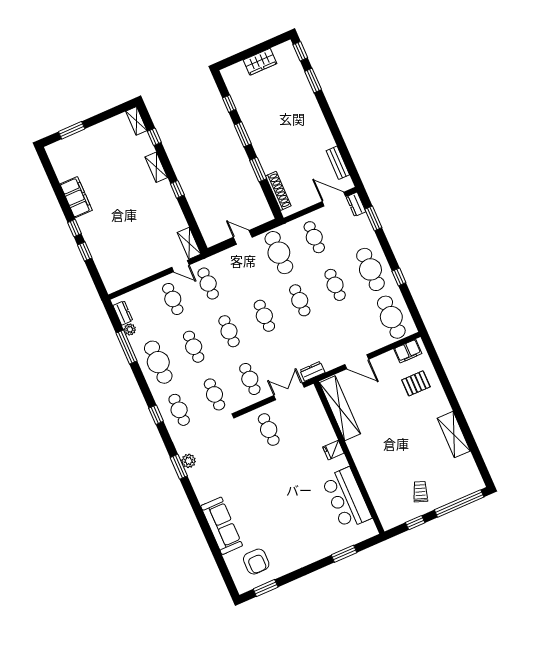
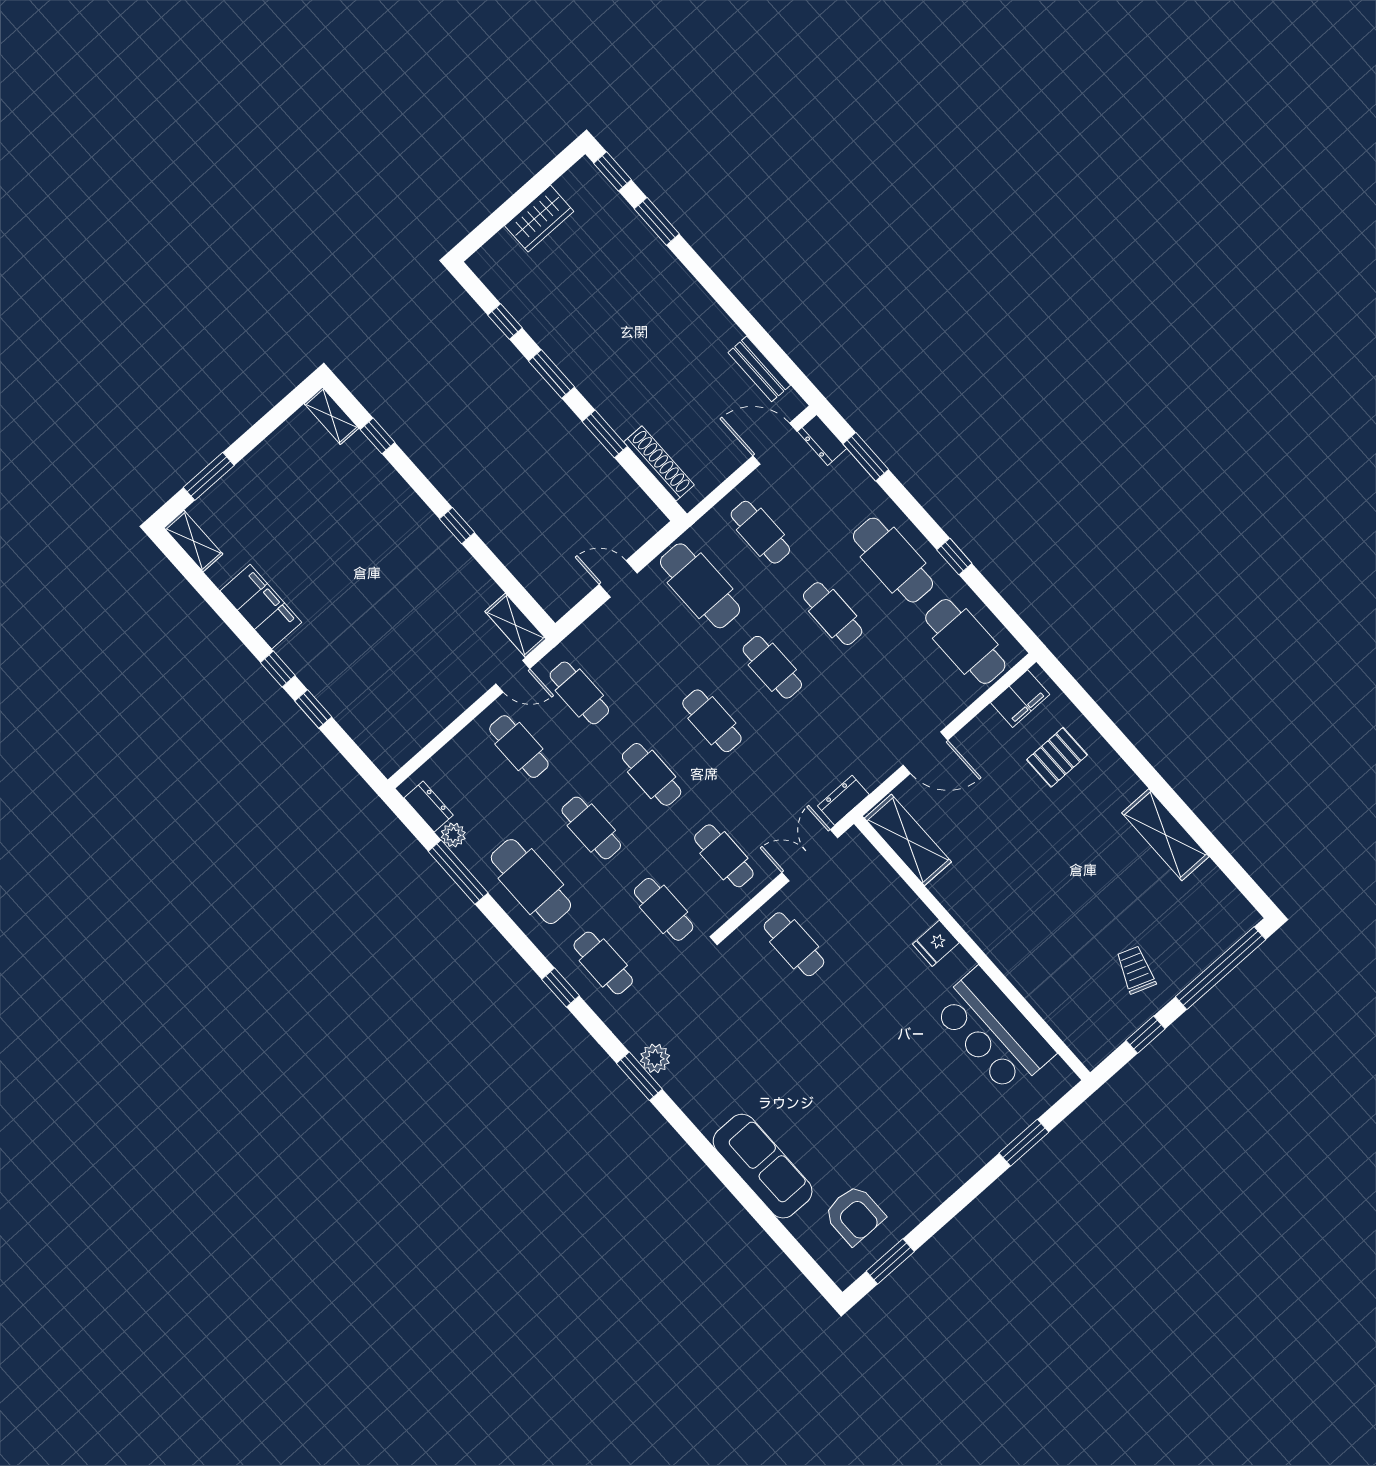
shelving: (156, 167) -> (193, 541), moved
shelving: (340, 408) -> (908, 840), width x0.68

